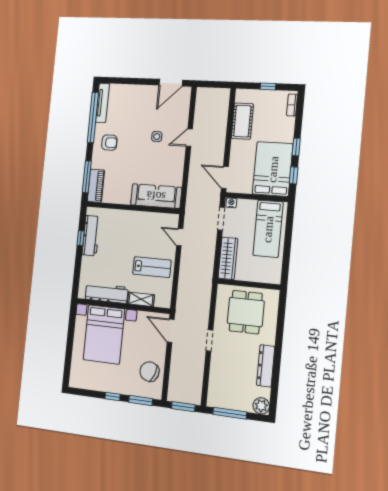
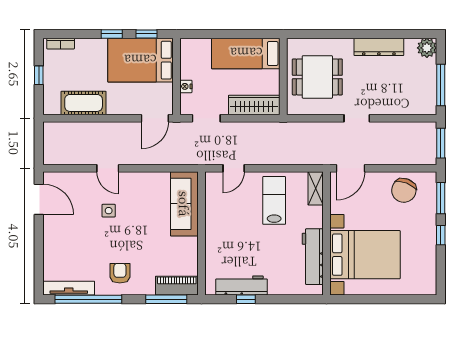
nightstand: (231, 203) -> (186, 86), moved
bed: (268, 229) -> (246, 53), moved, turned 180
shelving: (141, 299) -> (316, 188), moved

